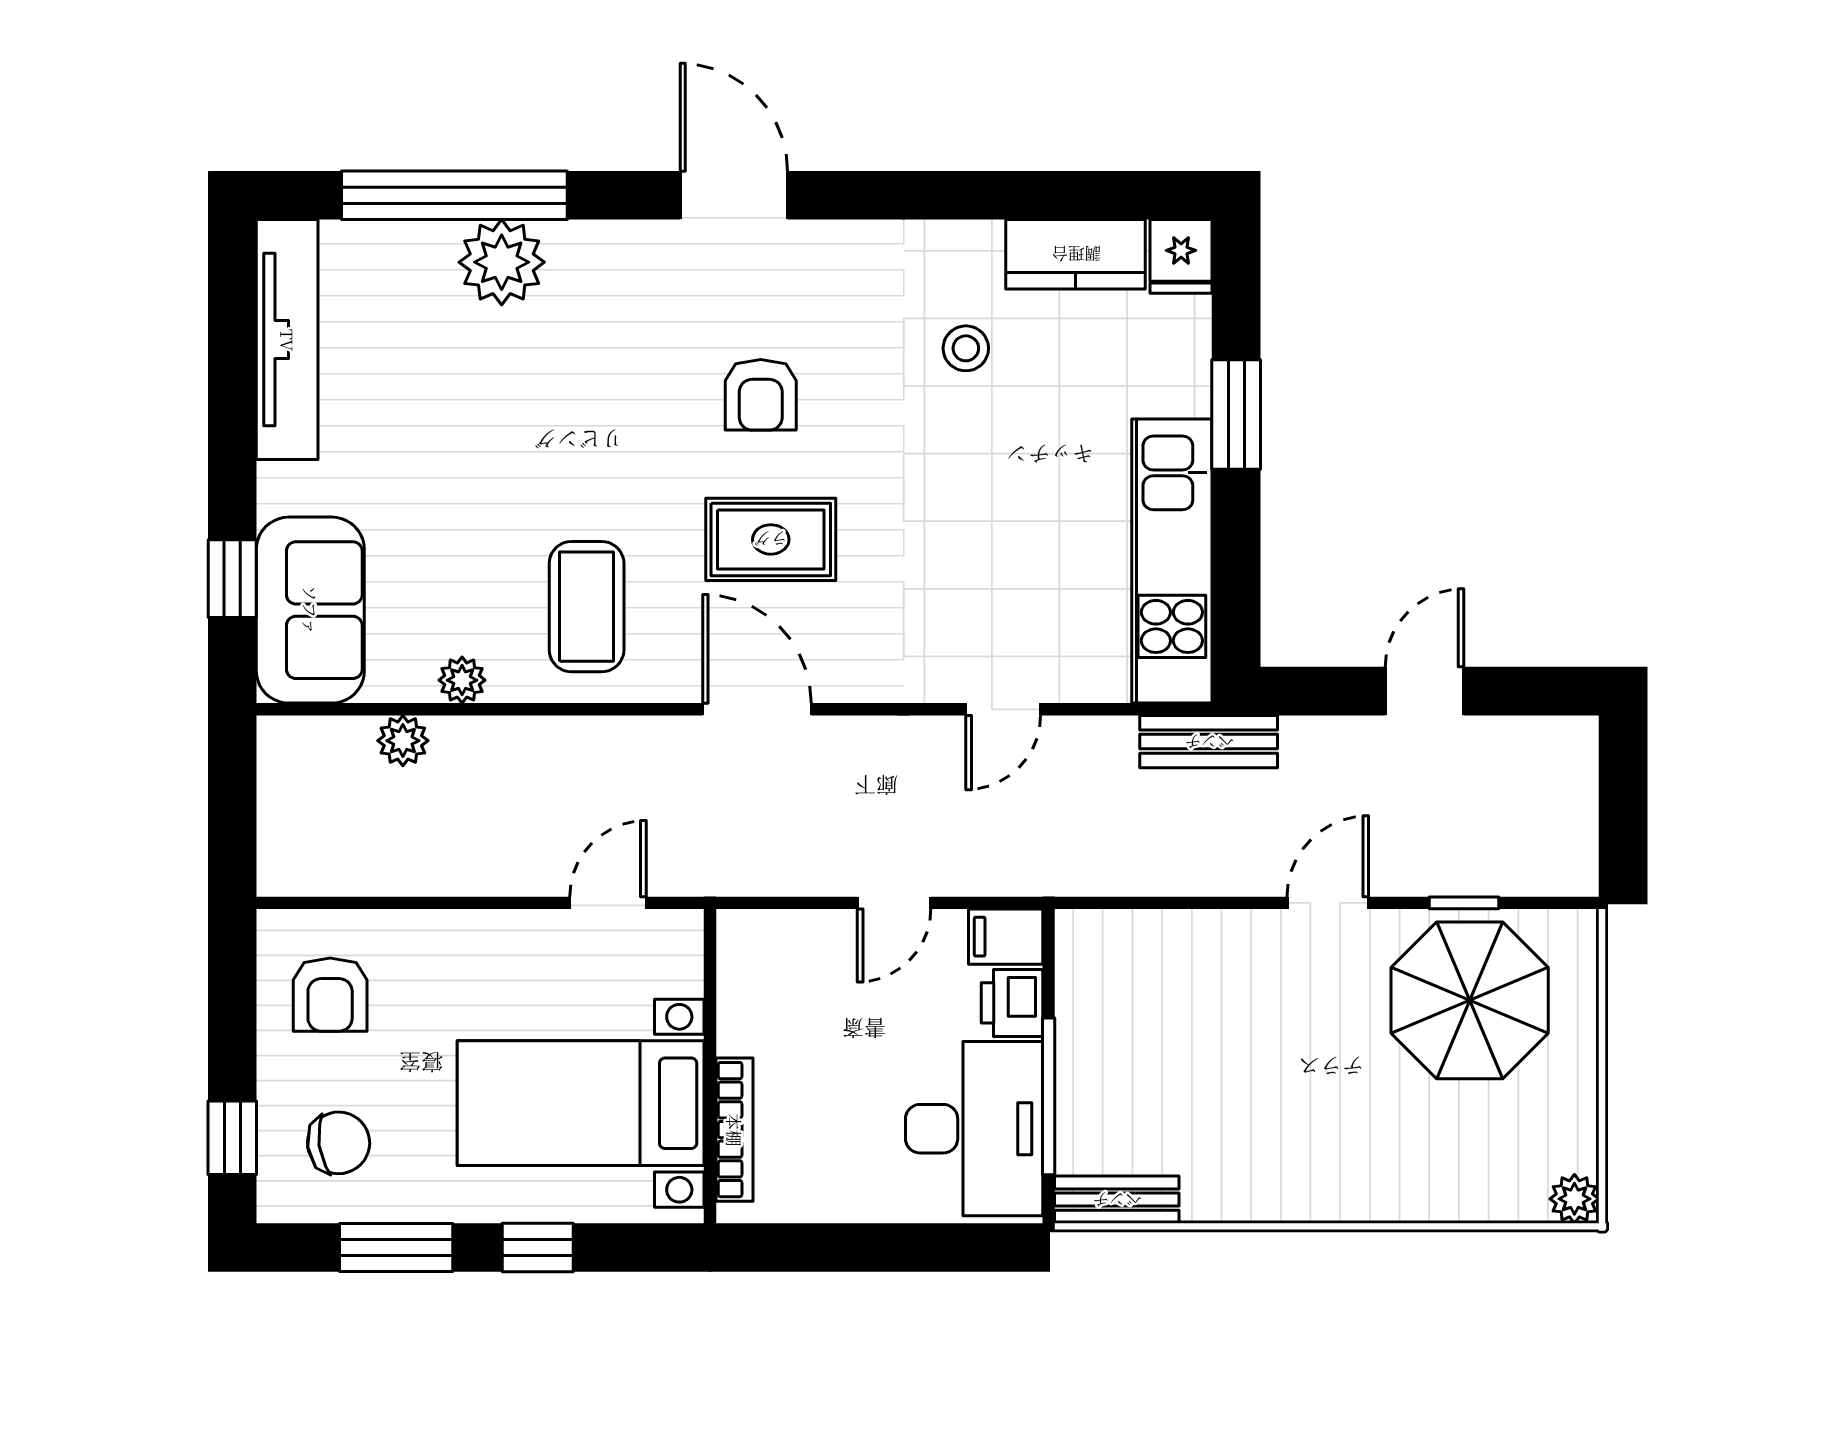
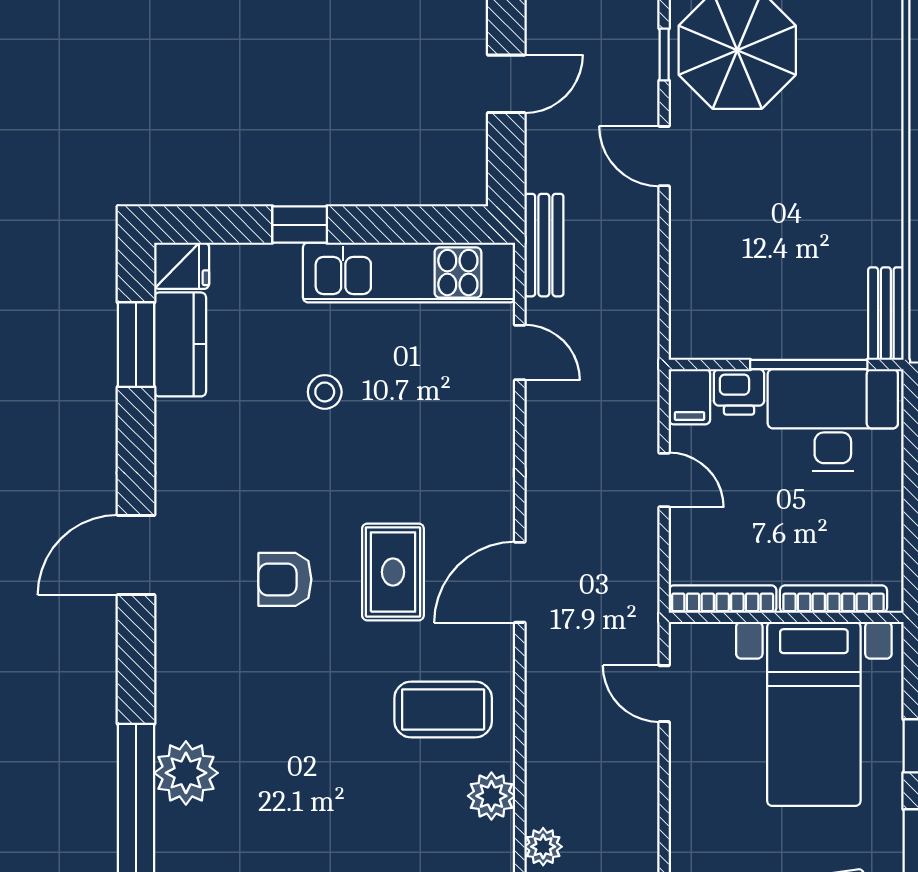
door: (734, 195) -> (136, 555), moved
window: (1075, 195) -> (136, 345), added
stool: (966, 348) -> (325, 392), moved
armchair: (761, 395) -> (285, 579), turned 180
window: (1236, 415) -> (300, 225), width x0.67
plant: (462, 680) -> (491, 796), width x1.38, depth x1.38
door: (1425, 691) -> (506, 84), swing flipped
door: (1003, 709) -> (520, 353), moved
bookcase: (735, 981) -> (723, 599), added

